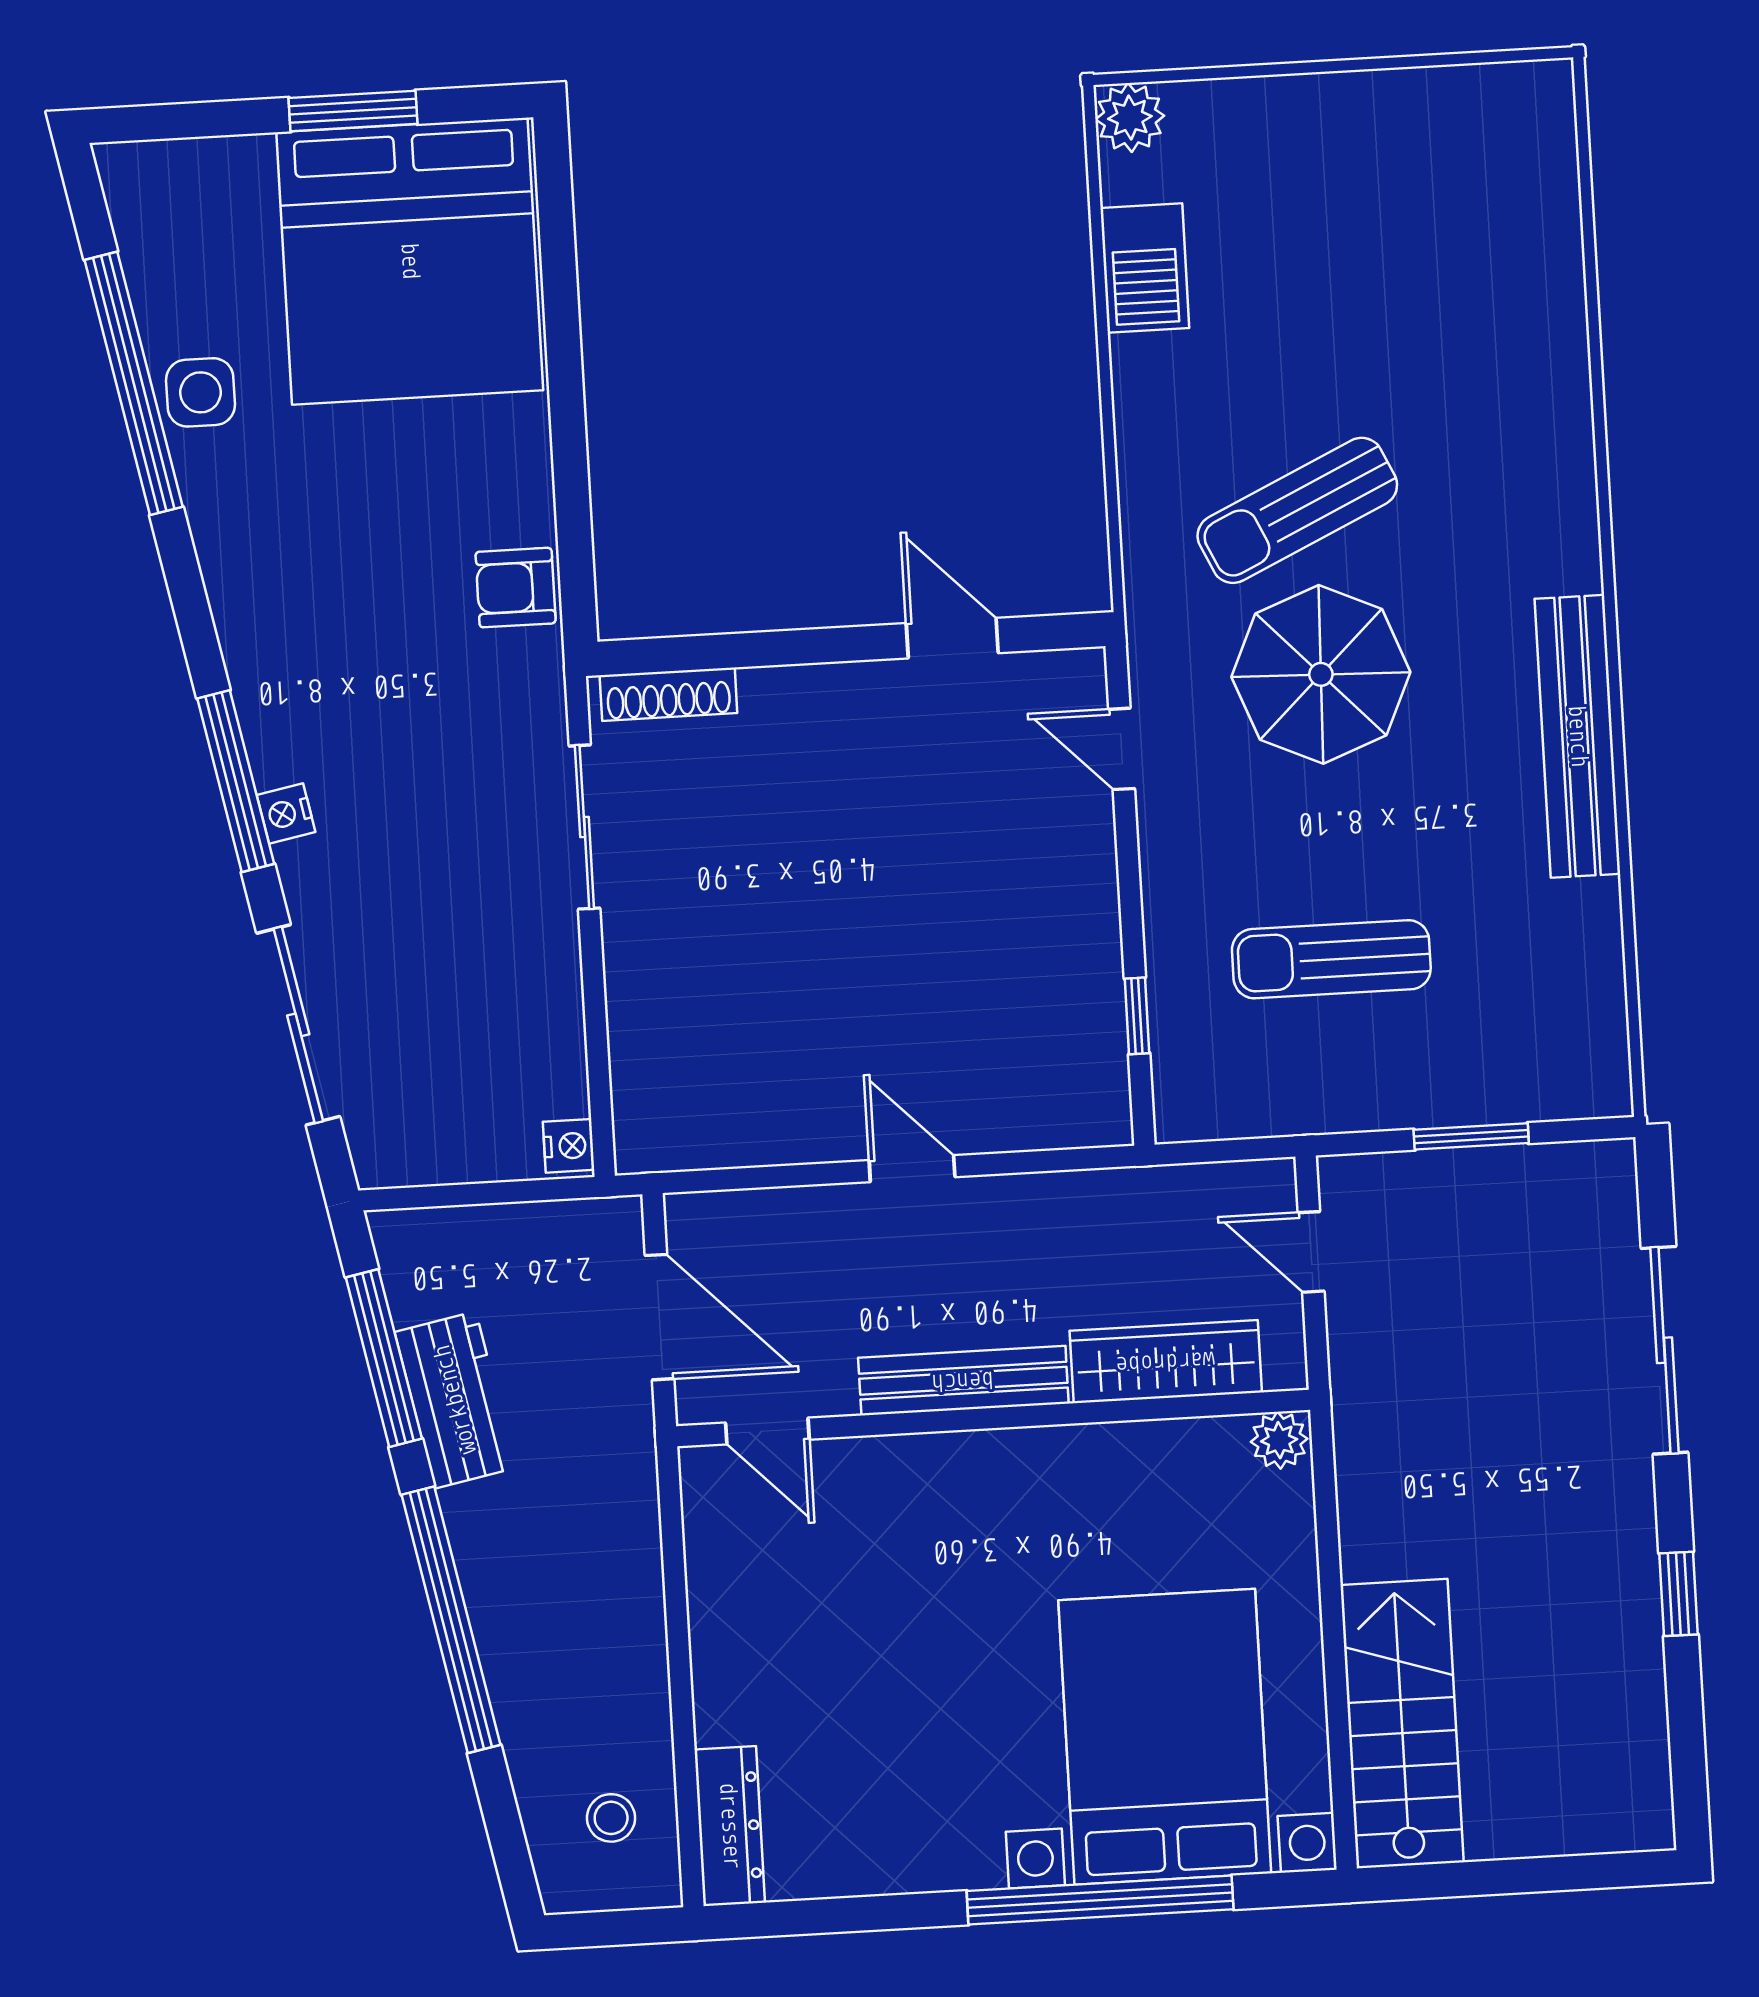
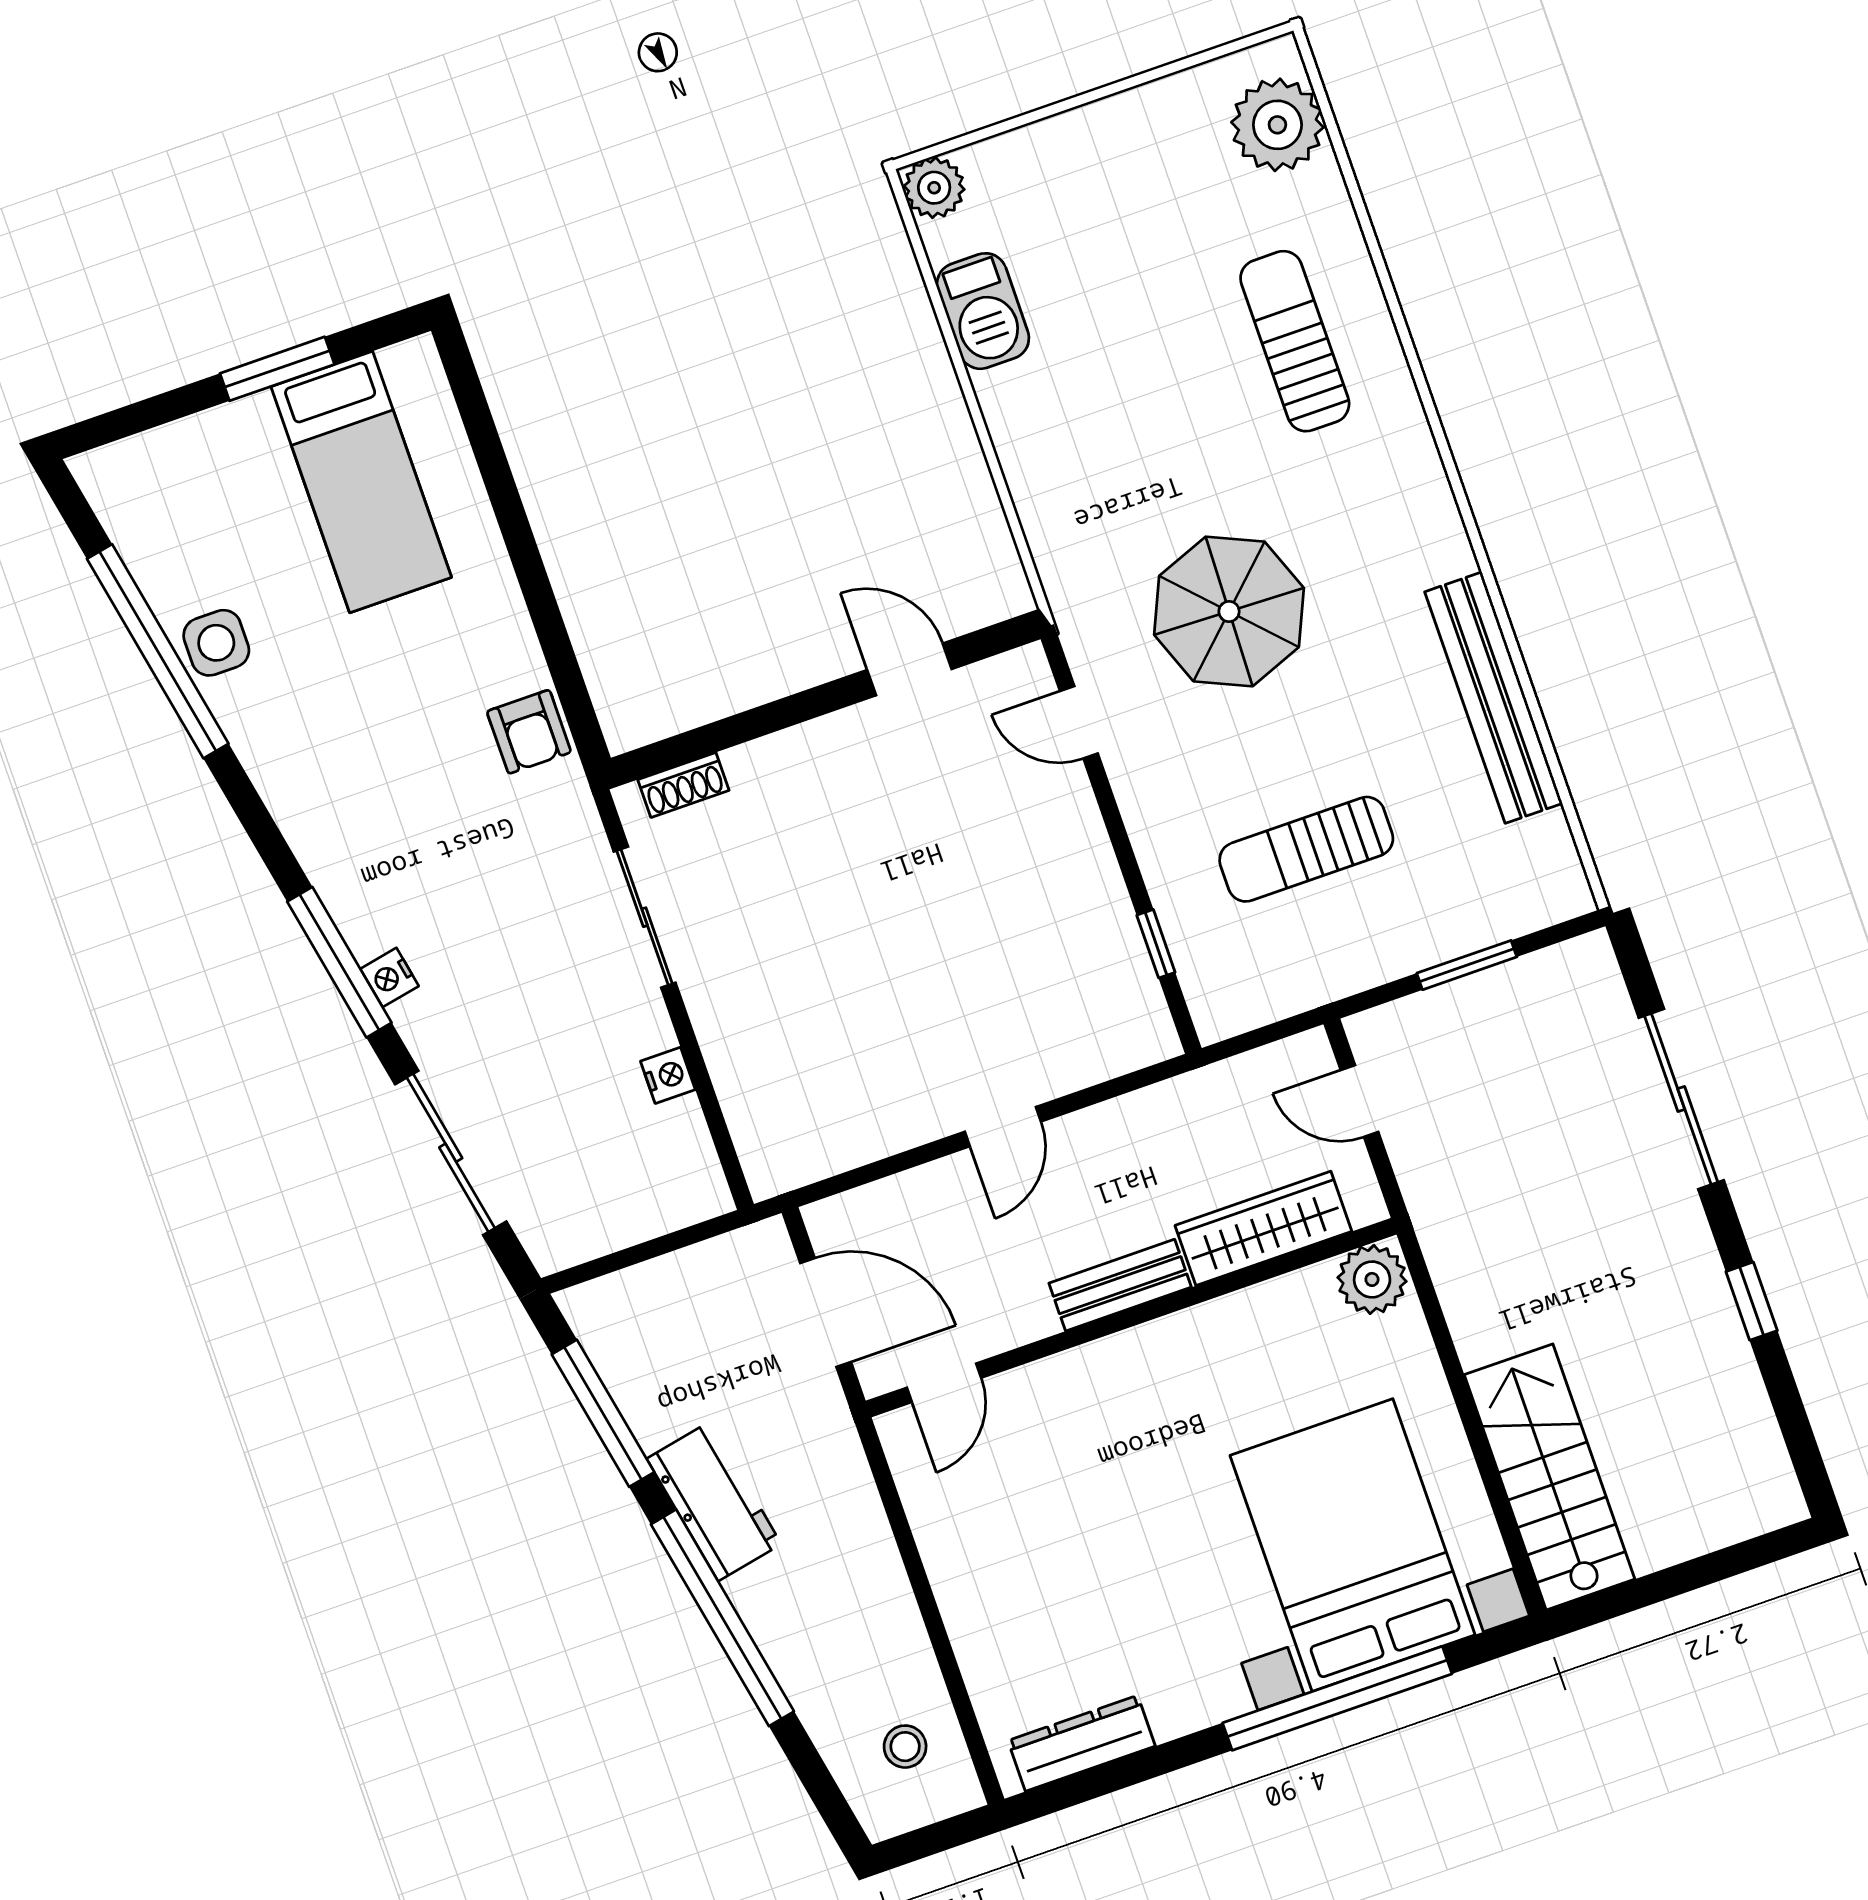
plant: (1526, 156) -> (1277, 125), added
bed: (410, 261) -> (361, 482), width x0.49
sun lounger: (1297, 510) -> (1295, 341), moved, turned 115
armchair: (516, 588) -> (529, 732), turned -90
shoe rack: (668, 694) -> (683, 785), width x0.70
bench: (1578, 736) -> (1494, 698), moved
nightstand: (569, 1146) -> (668, 1075), moved
door: (912, 1169) -> (1003, 1127), swing flipped
bench: (963, 1381) -> (1120, 1285), width x0.73
workbench: (455, 1400) -> (714, 1501), moved
door: (767, 1431) -> (944, 1383), hinge flipped
plant: (1279, 1440) -> (1372, 1279), width x1.38, depth x1.38
dresser: (730, 1826) -> (1082, 1743), moved, turned -90

